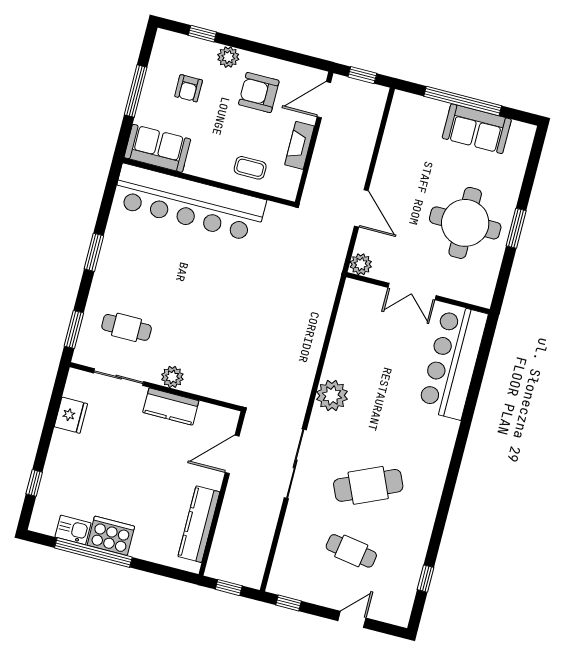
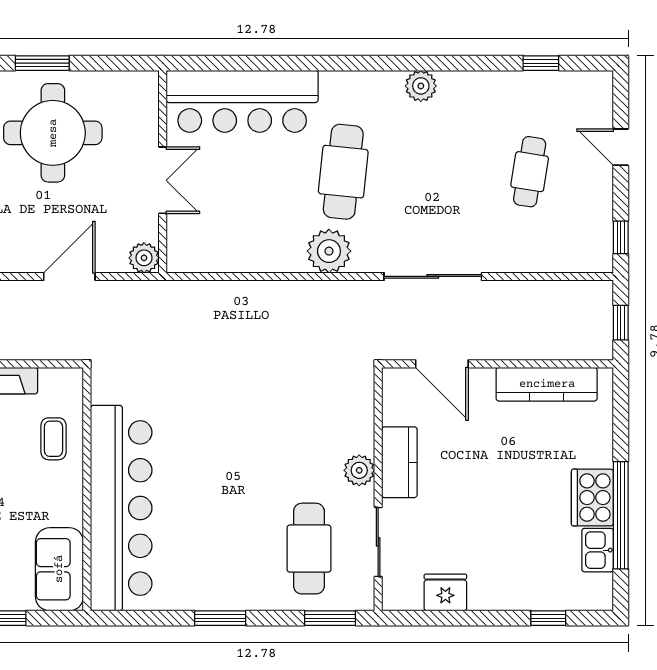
cafe table: (127, 327) -> (309, 549), width x1.37, depth x1.35
cafe table: (368, 485) -> (343, 172), moved, turned 30
plant: (431, 490) -> (421, 86), added

